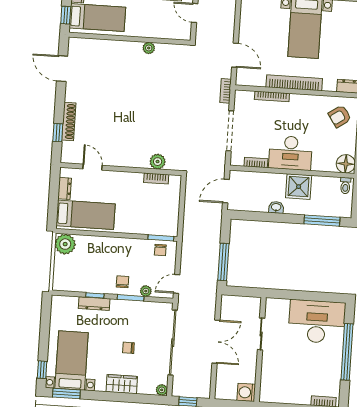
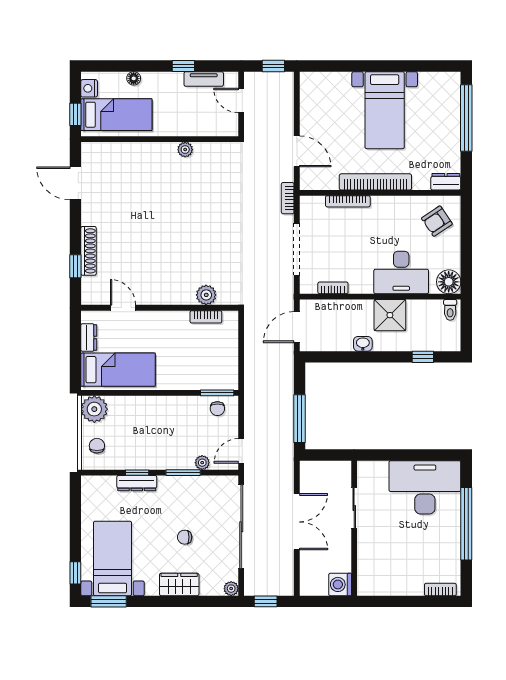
desk: (291, 153) -> (401, 272), moved
window: (322, 221) -> (423, 357), width x0.46
chair: (122, 282) -> (97, 446), moved

